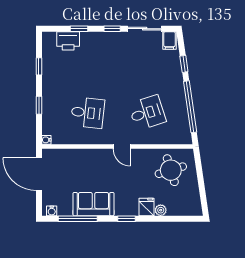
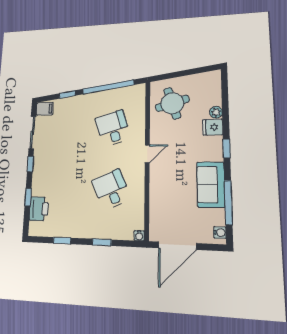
desk: (88, 113) -> (111, 190), turned -30

